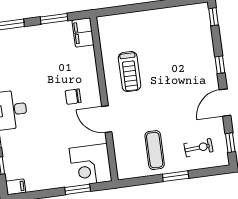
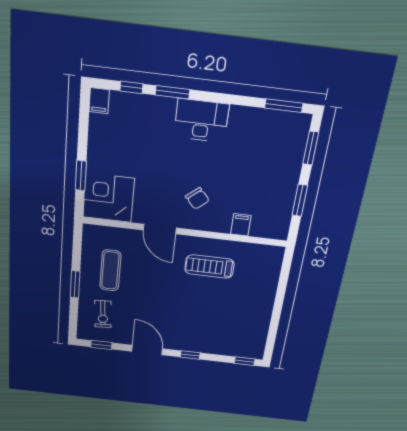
filing cabinet: (83, 32) -> (241, 225), moved, width x0.50
chair: (73, 97) -> (197, 198), turned 139
door: (107, 119) -> (160, 229), swing flipped
exercise mat: (155, 150) -> (110, 270), turned 90

